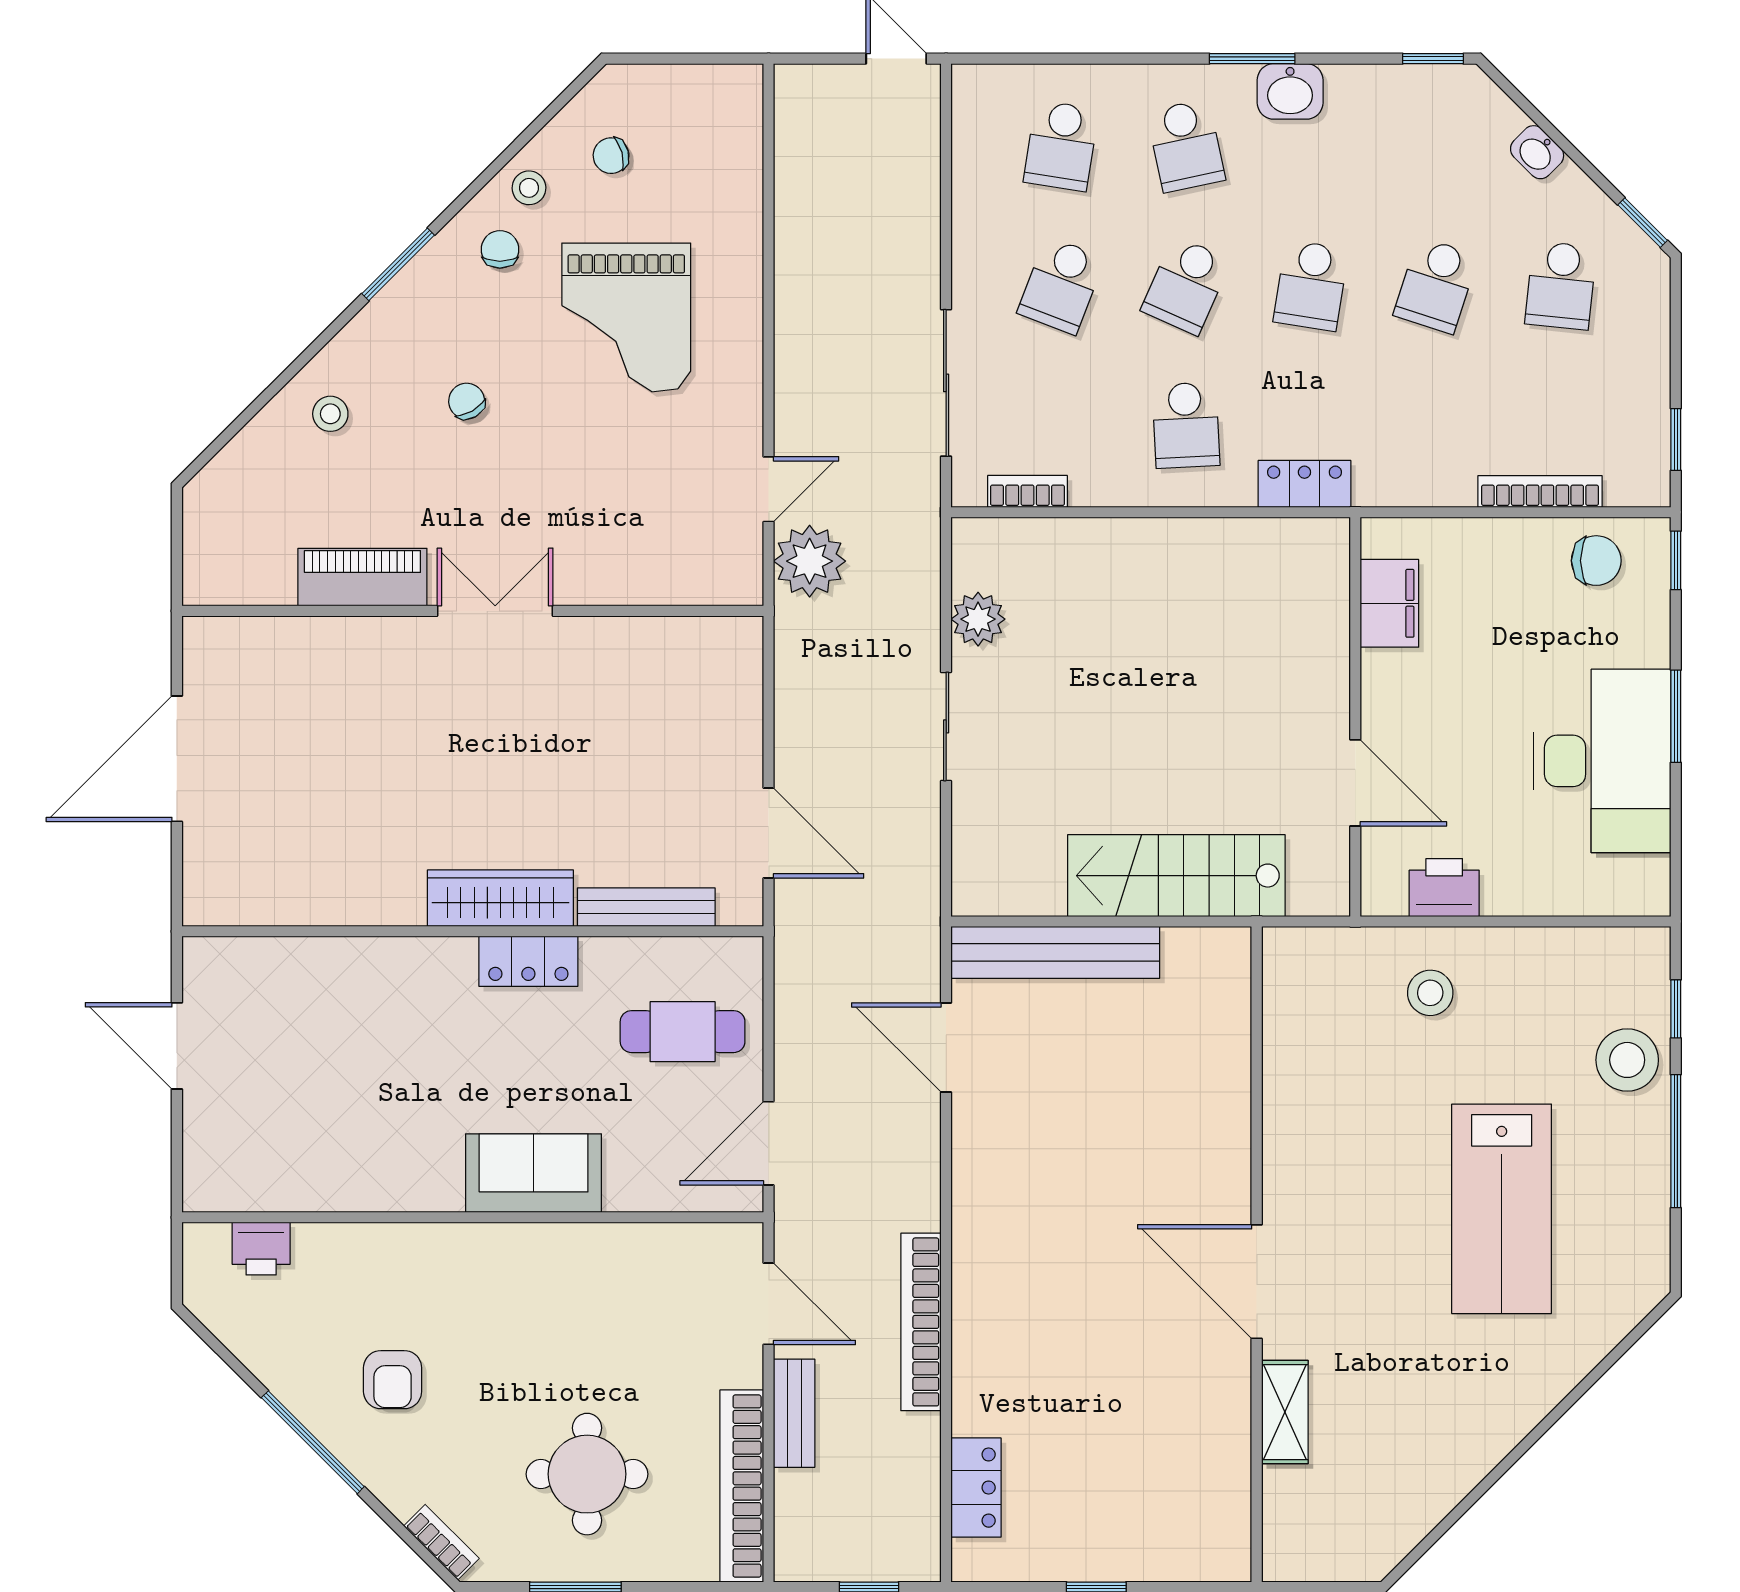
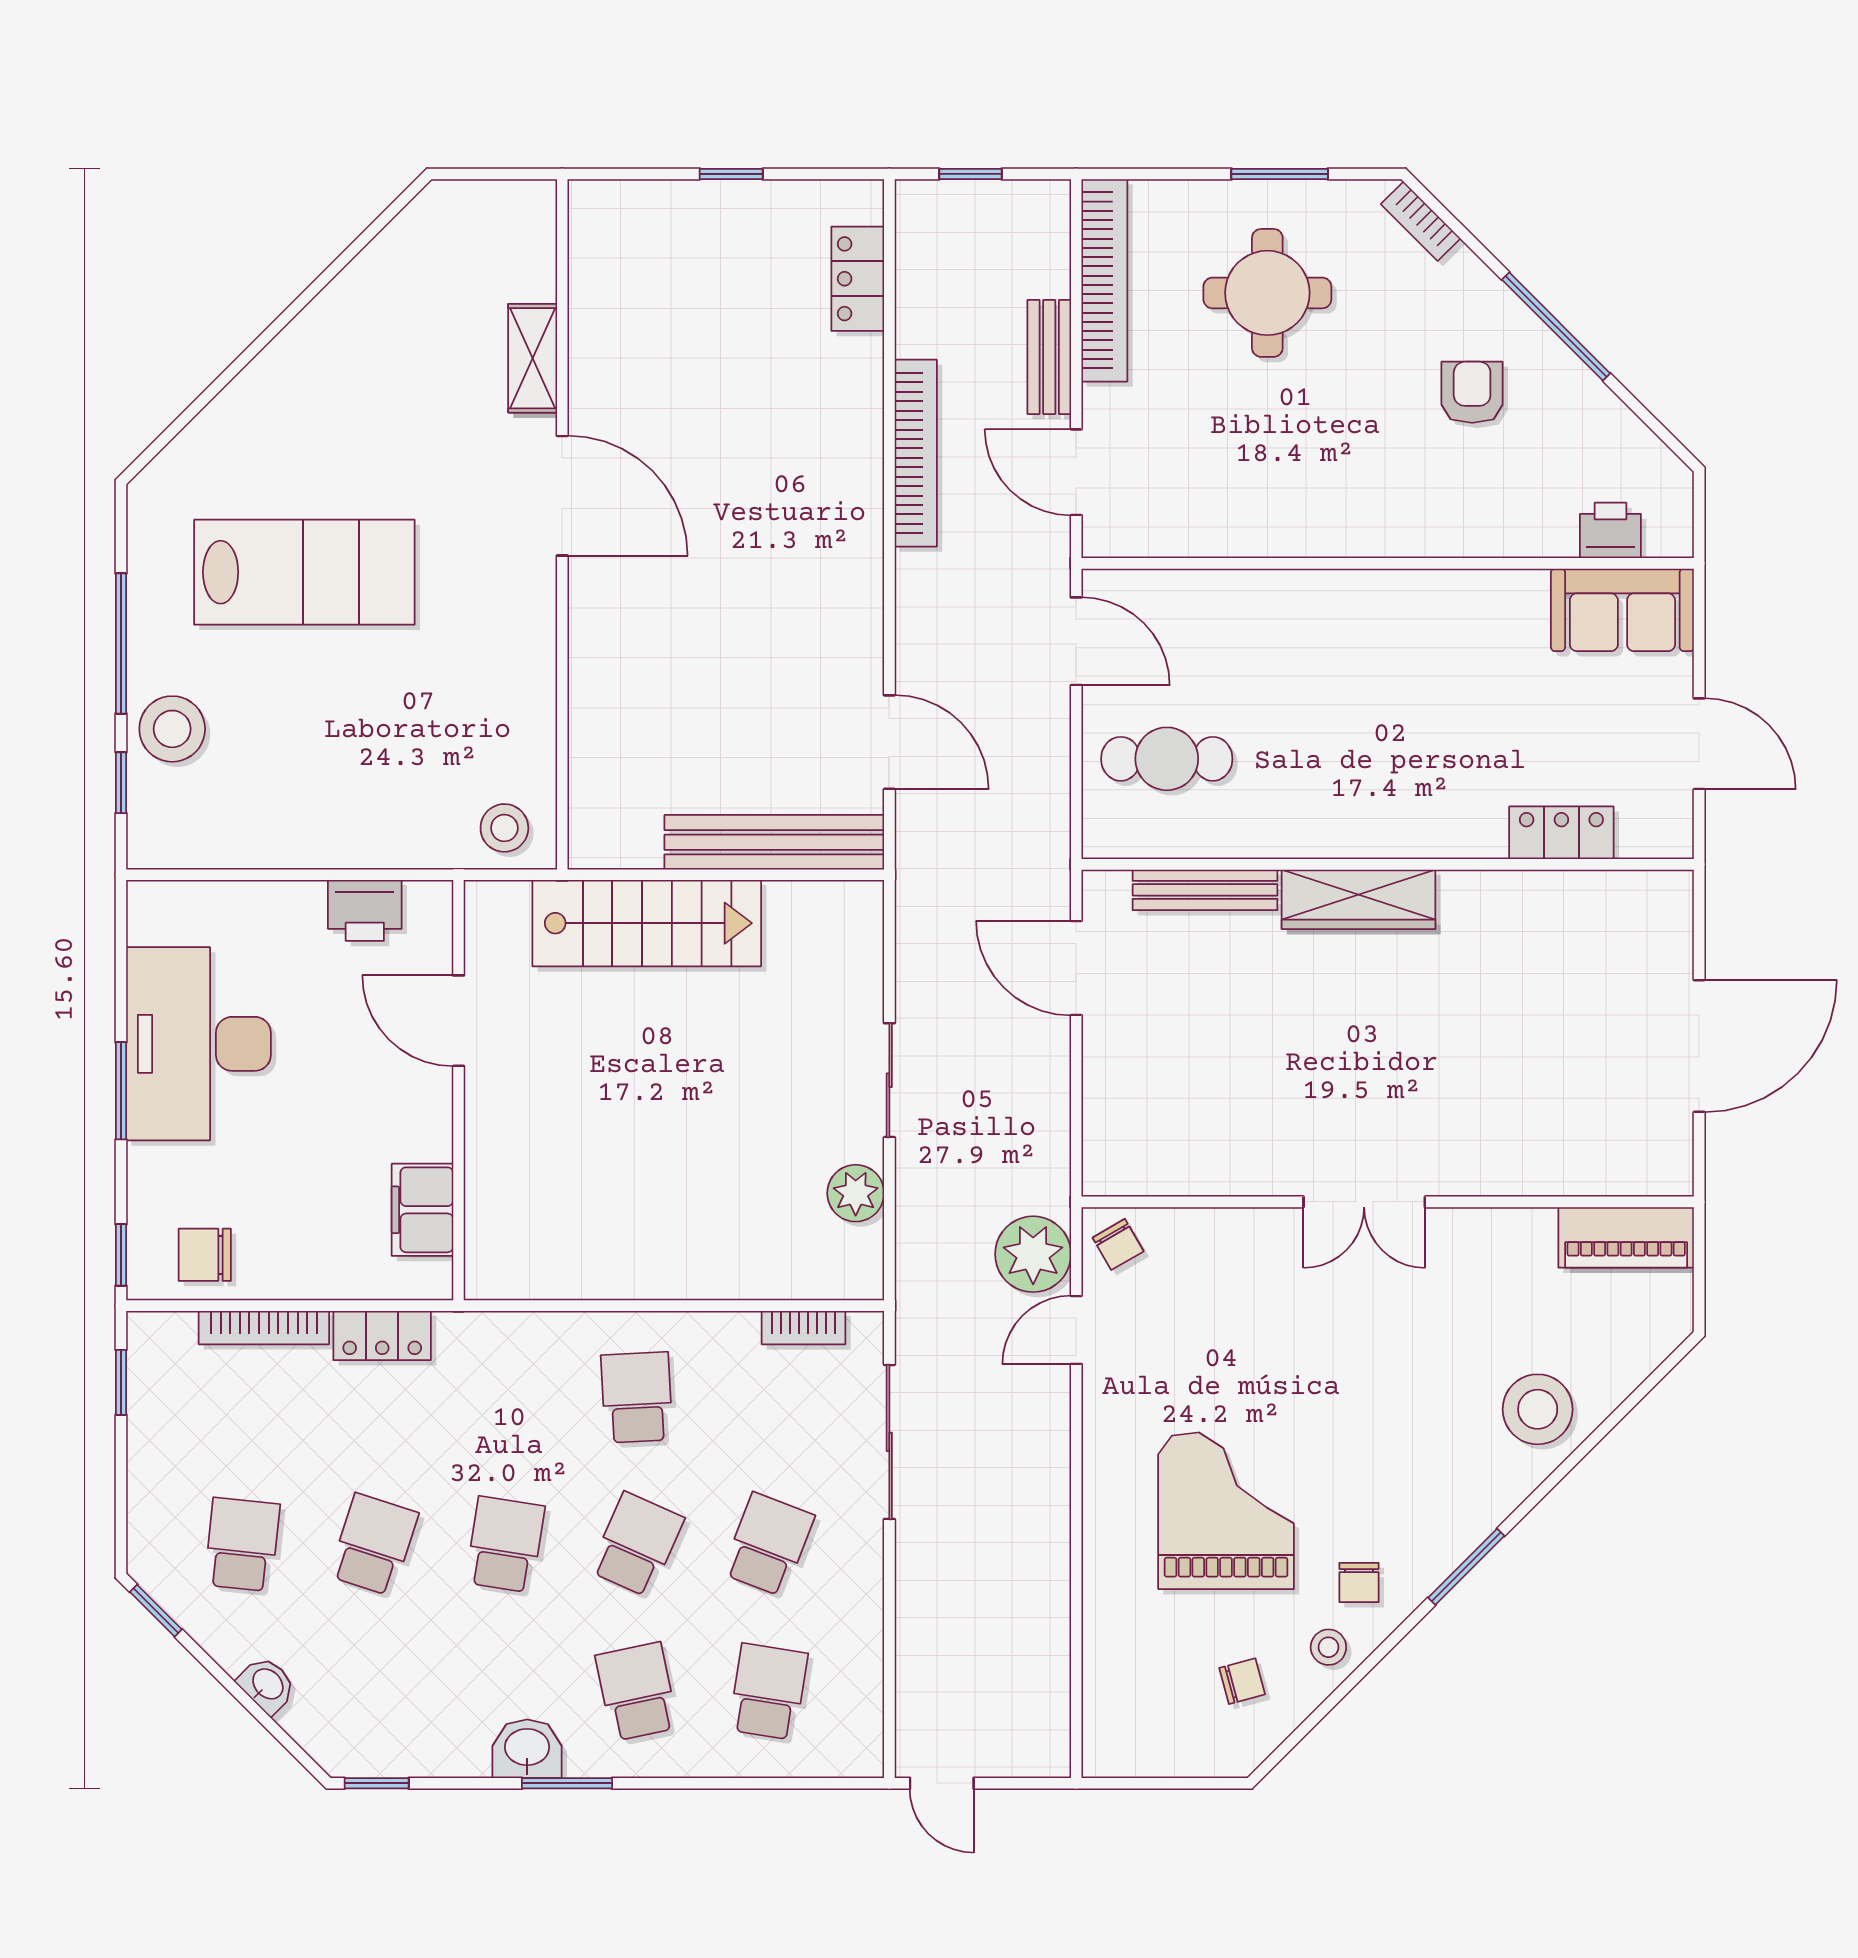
chair: (467, 401) -> (1118, 1244), moved
stool: (330, 414) -> (1538, 1409), width x1.89, depth x1.89
locker: (1304, 484) -> (382, 1336), moved
piano: (362, 577) -> (1626, 1237), moved
locker: (528, 961) -> (1561, 833), moved
stool: (1430, 993) -> (504, 828), moved
door: (769, 1143) -> (1076, 641), hinge flipped
sofa: (534, 1173) -> (1622, 610), moved
lab bench: (1502, 1209) -> (304, 572), turned 90

